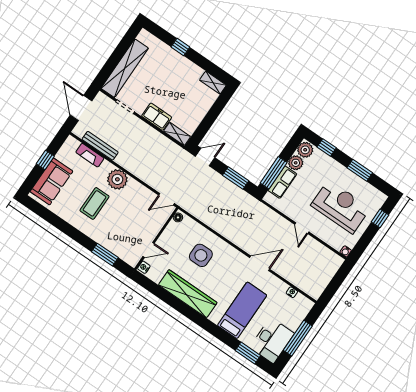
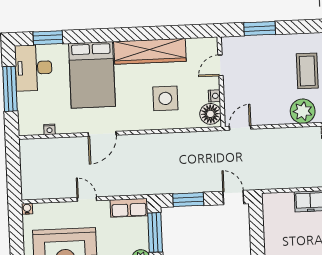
shelving: (177, 134) -> (278, 199), removed
door: (205, 157) -> (233, 198), swing flipped
row of seats: (282, 182) -> (129, 208), moved, turned -90
floor lamp: (178, 217) -> (210, 114), width x1.89, depth x1.89
nightstand: (144, 267) -> (214, 96), moved
bed: (242, 310) -> (92, 75), width x1.50

